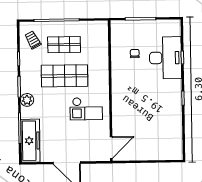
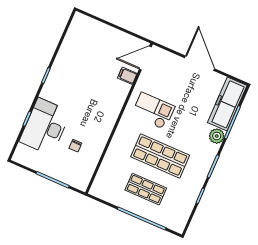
trolley: (33, 40) -> (176, 209), removed
plant: (27, 100) -> (217, 136), moved
filing cabinet: (119, 127) -> (127, 76), added

